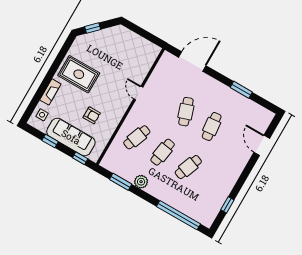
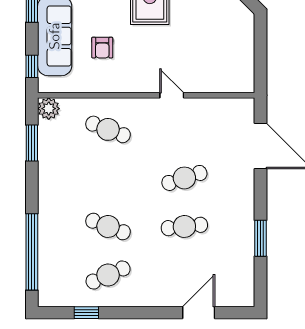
door: (138, 93) -> (172, 95), hinge flipped
cafe table: (163, 152) -> (108, 275), moved, turned -33
plant: (141, 182) -> (49, 109), moved

